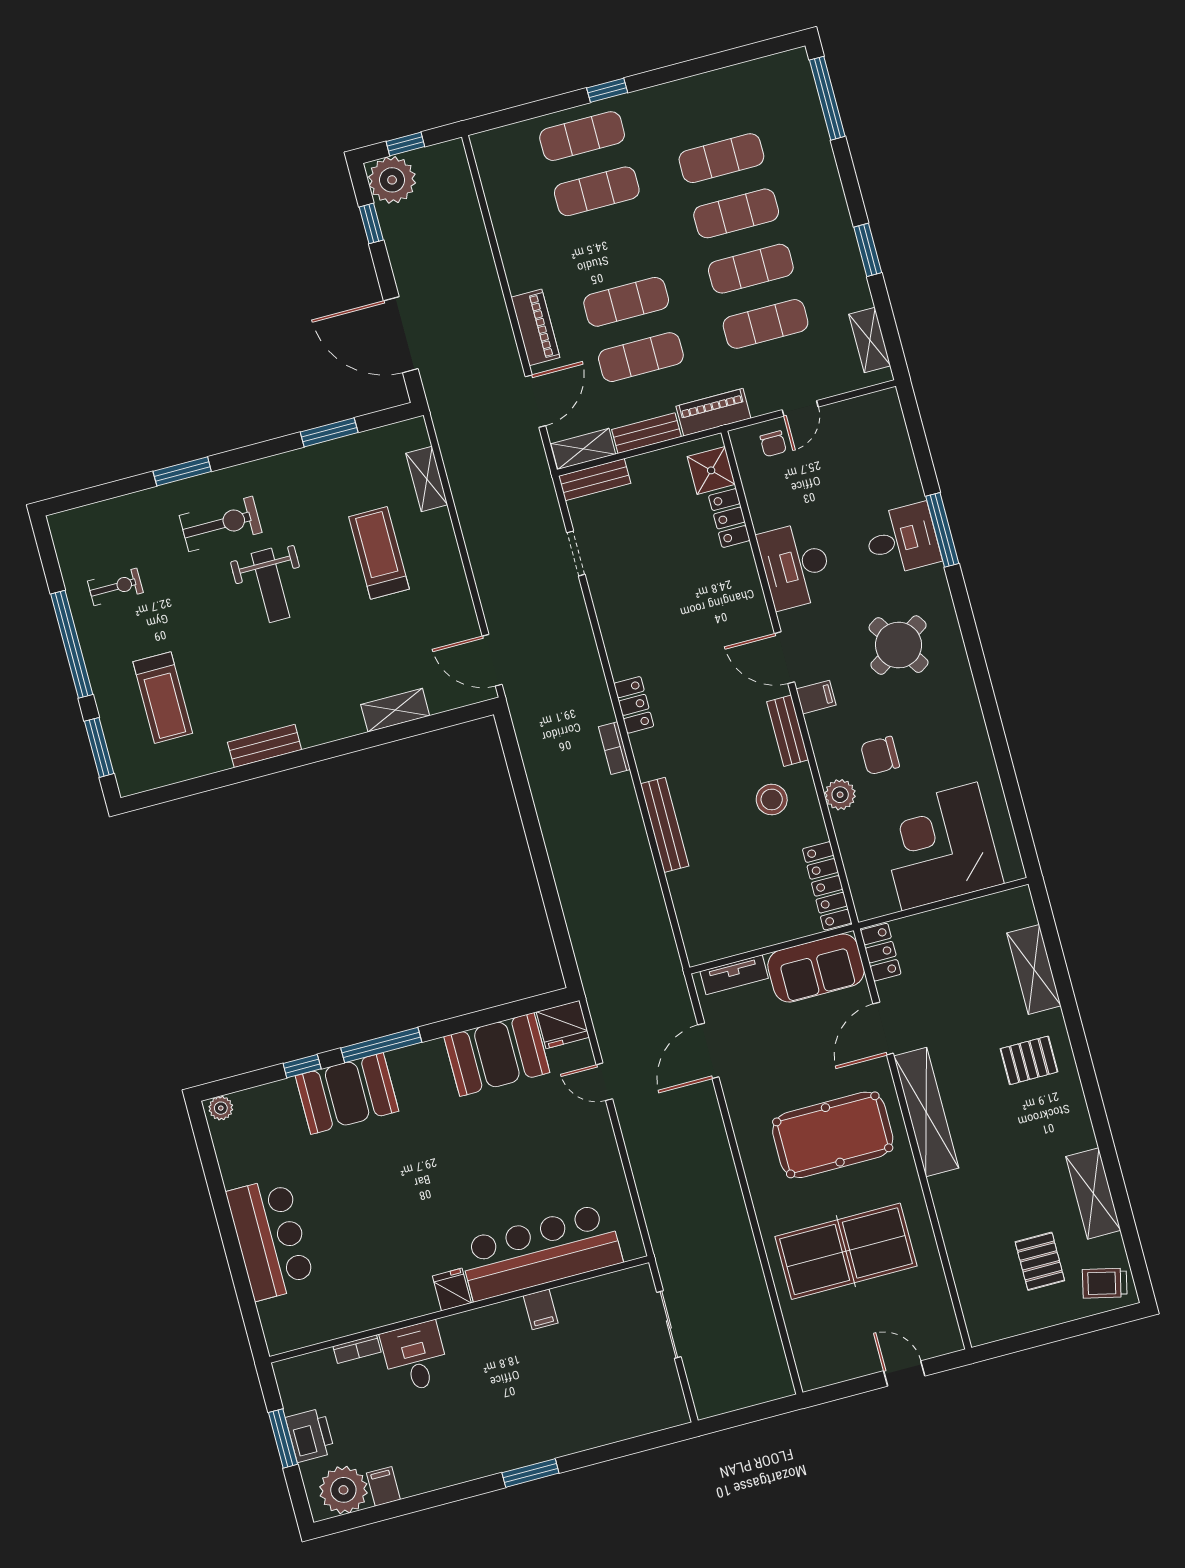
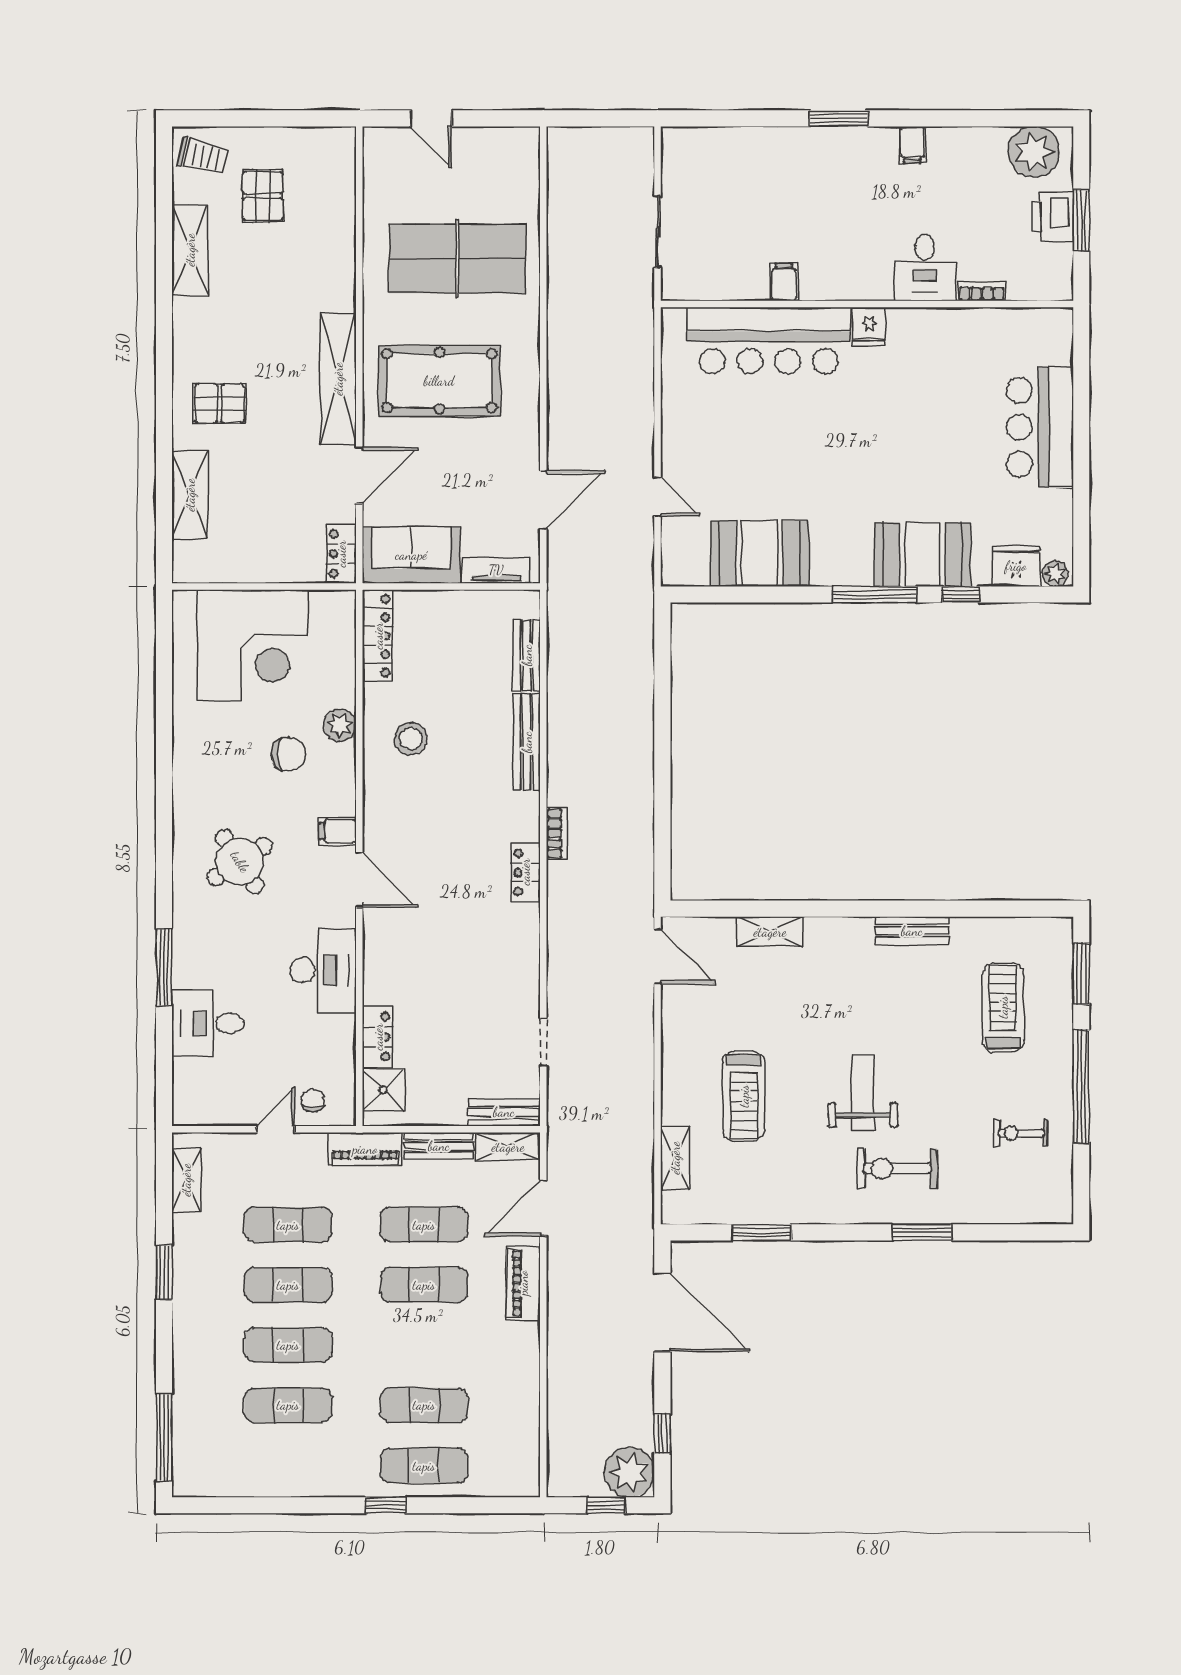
desk: (902, 539) -> (208, 1023), moved
bench: (788, 731) -> (527, 655), moved
fridge: (563, 1024) -> (1016, 566), moved
filing cabinet: (383, 1486) -> (912, 145), moved

